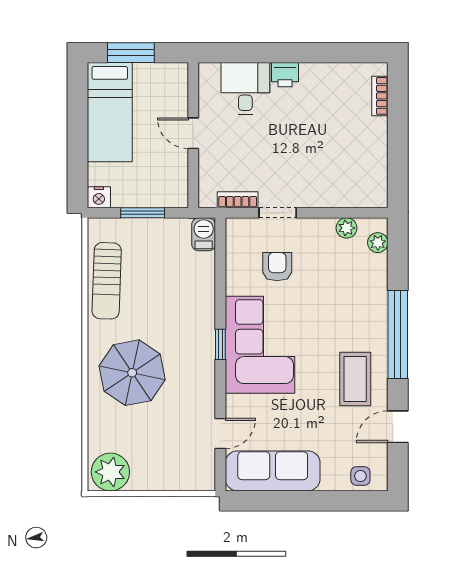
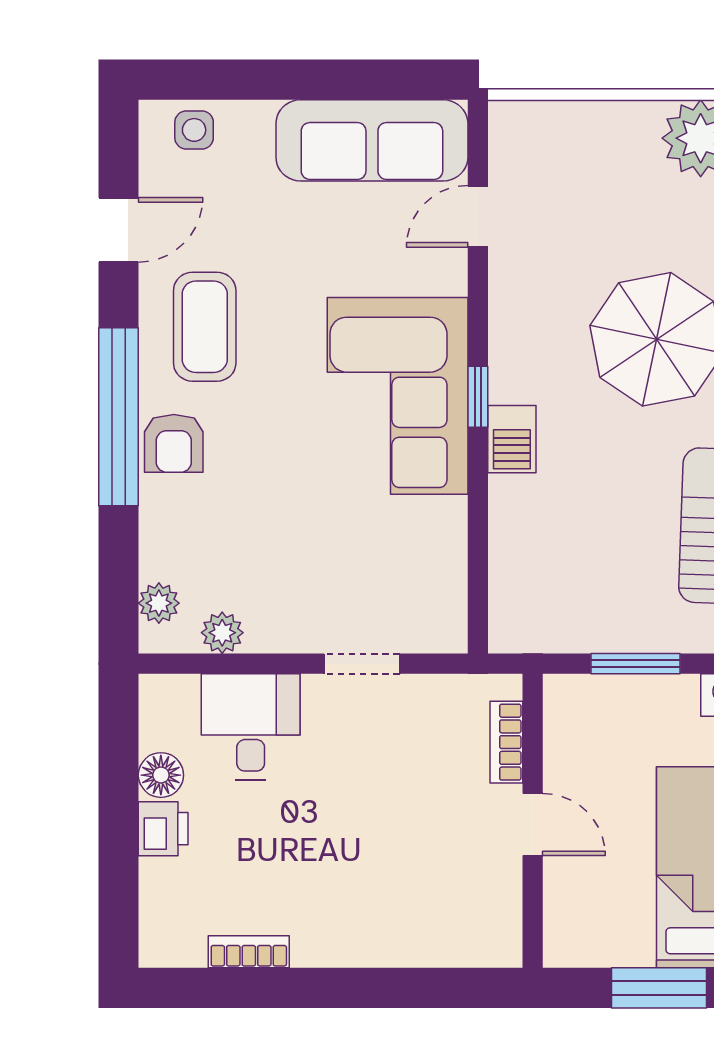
printer: (285, 75) -> (163, 829), moved, turned 90
desk: (245, 89) -> (251, 727), moved, turned 180
bookcase: (380, 96) -> (249, 952), moved, turned -90
floor lamp: (377, 158) -> (161, 775), added
bookcase: (238, 200) -> (506, 742), moved, turned 90
barbecue: (204, 234) -> (512, 439), moved
armchair: (277, 267) -> (174, 443), moved

